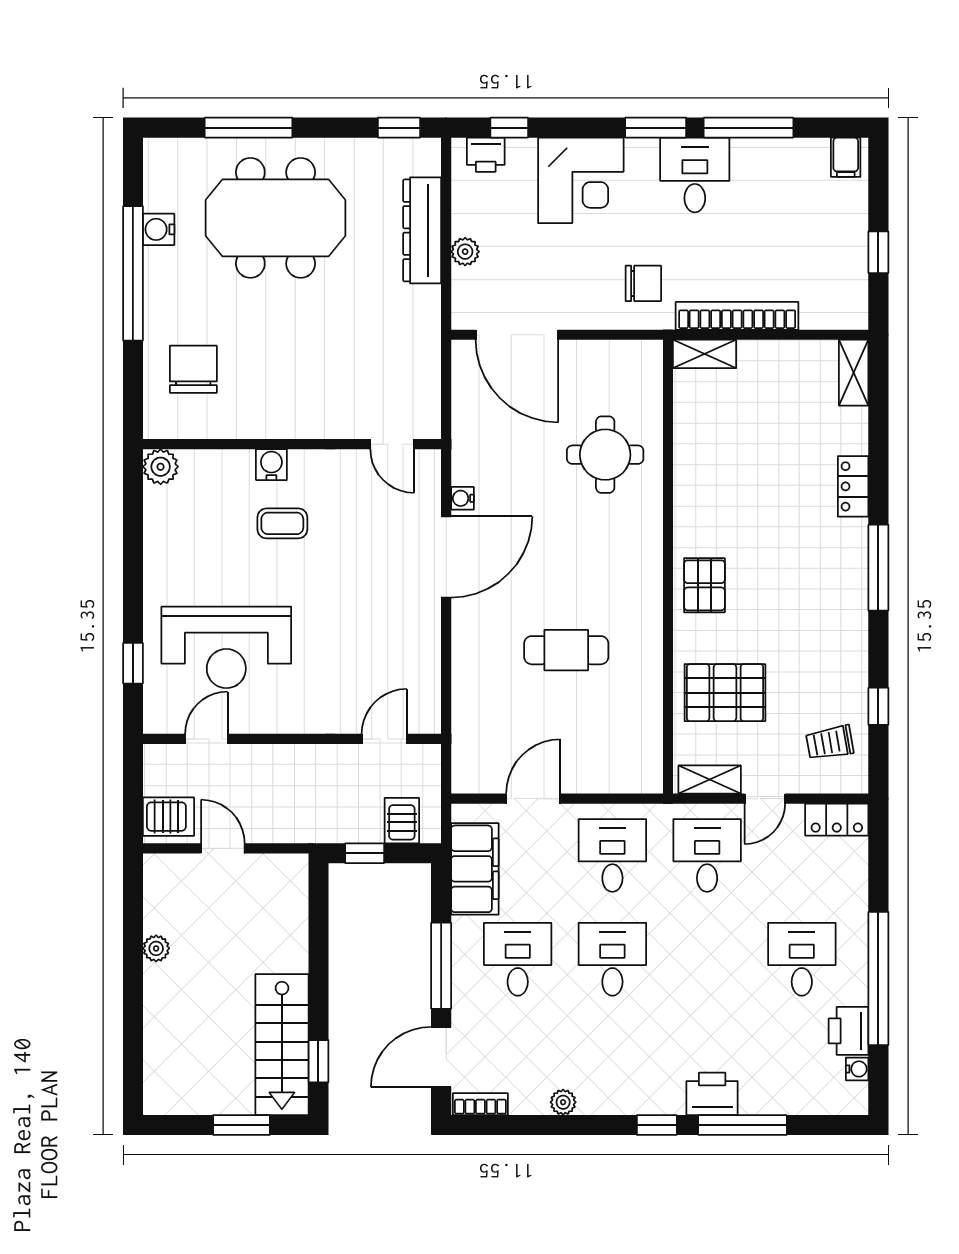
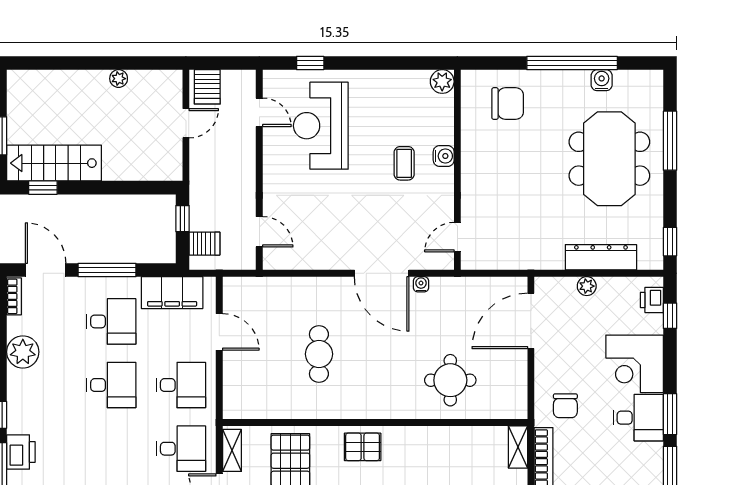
desk: (695, 175) -> (638, 418), moved
plant: (563, 1102) -> (23, 352), width x1.88, depth x1.88

